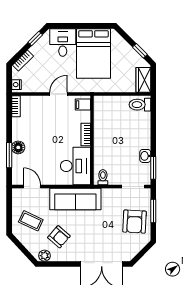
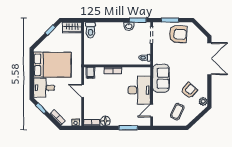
floor lamp: (18, 147) -> (105, 121), moved
desk: (75, 166) -> (139, 90), moved, turned 90
sofa: (75, 199) -> (161, 78), width x0.73

